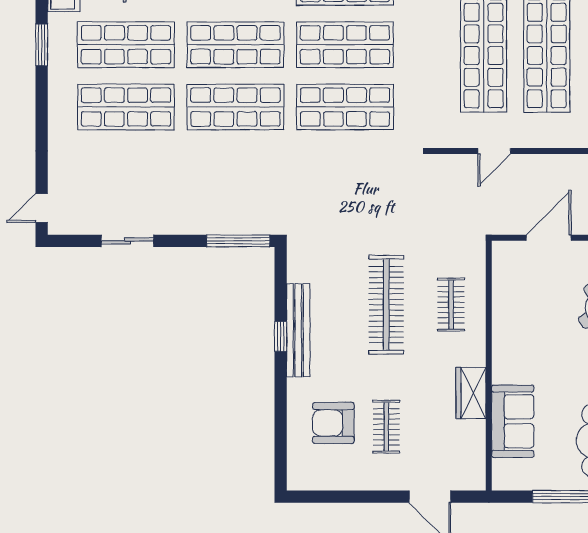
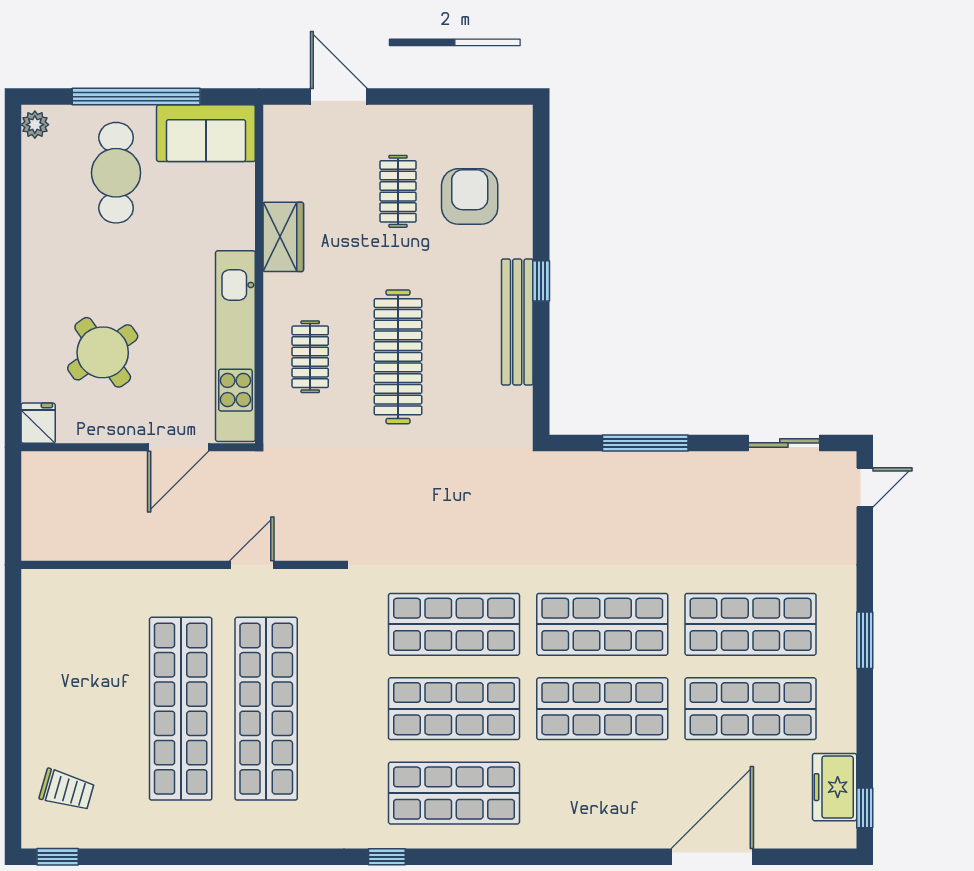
window: (42, 45) -> (865, 640), moved
sliding door: (128, 241) -> (784, 443), moved
window: (238, 241) -> (645, 443), moved
kitchen unit: (506, 312) -> (235, 346), added
window: (281, 337) -> (541, 281), moved
sofa: (513, 421) -> (206, 133), moved, turned -90
armchair: (333, 423) -> (470, 196), turned -90

